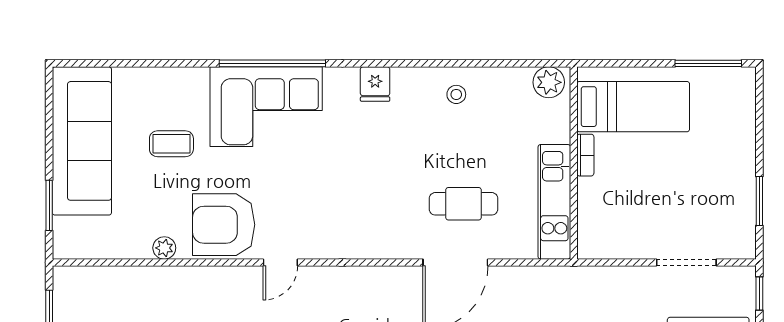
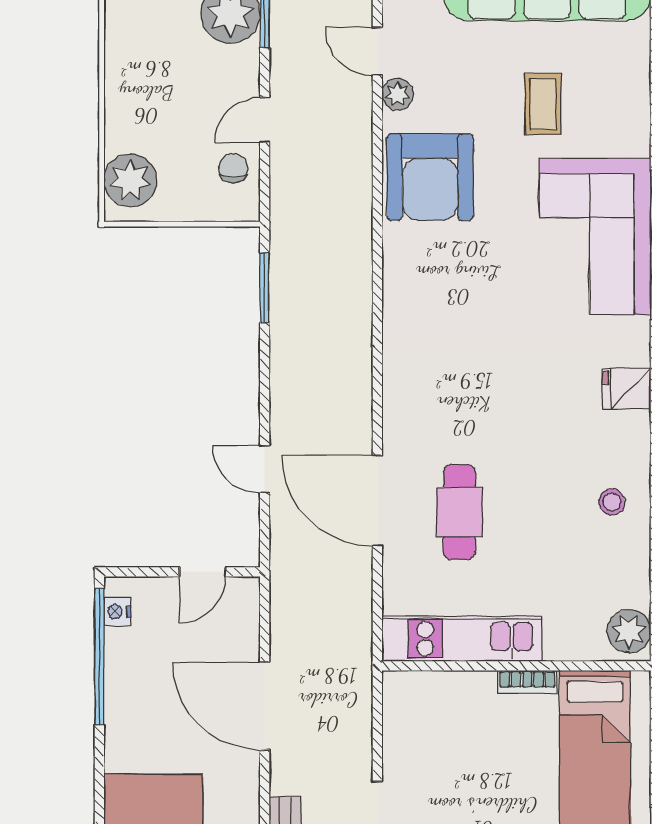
armchair: (224, 225) -> (430, 177), turned 180
door: (280, 262) -> (377, 51), moved

